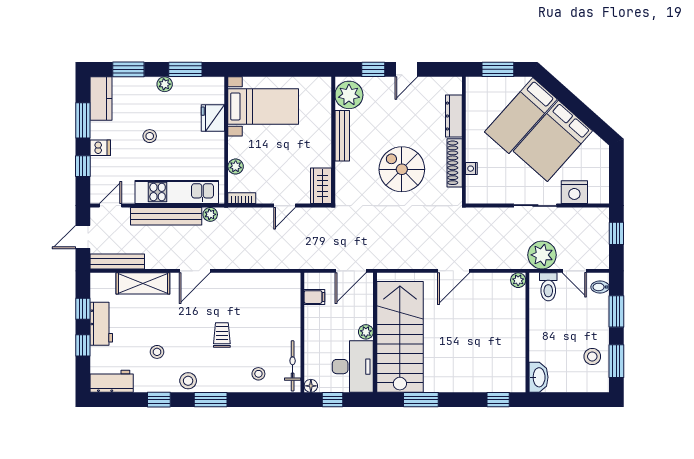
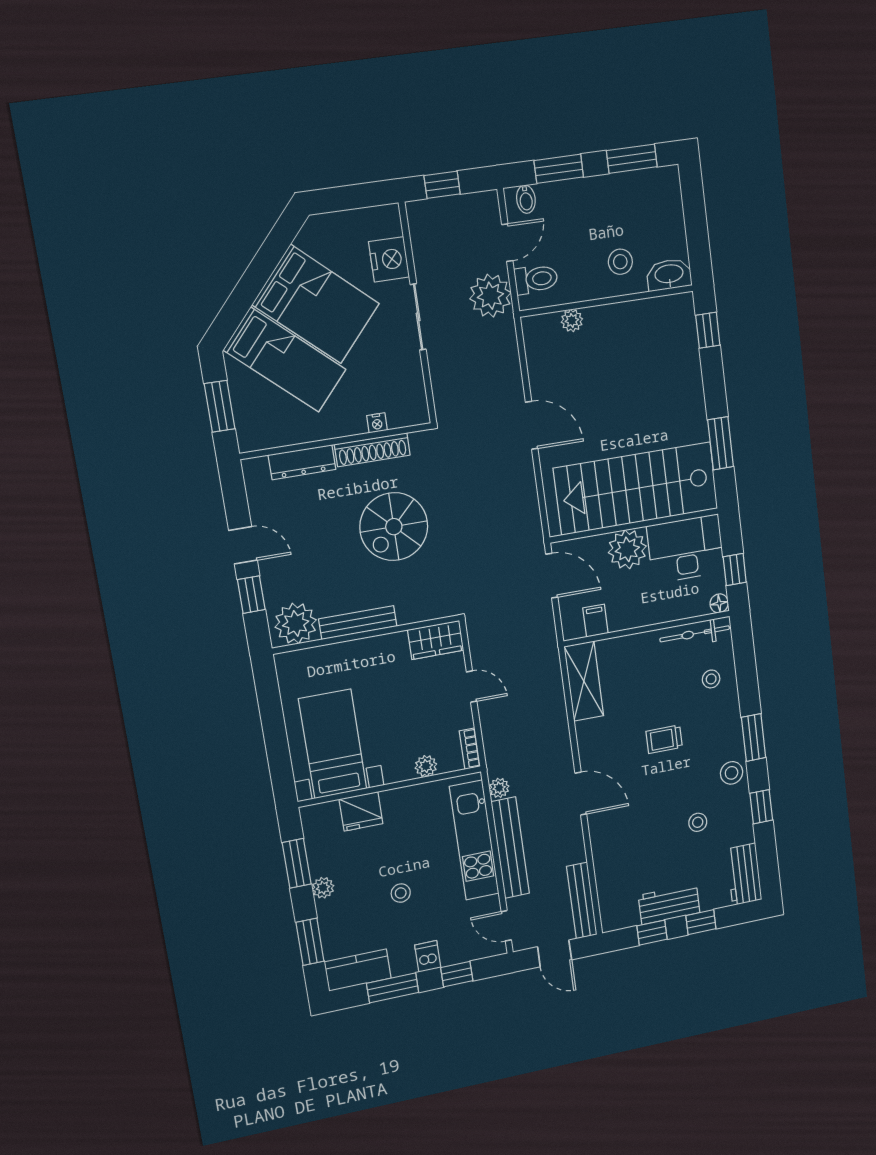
plant: (518, 280) -> (572, 321), moved
shelving: (143, 283) -> (584, 681), moved
plant: (366, 332) -> (627, 549), width x1.88, depth x1.88
stool: (592, 356) -> (620, 262), moved

